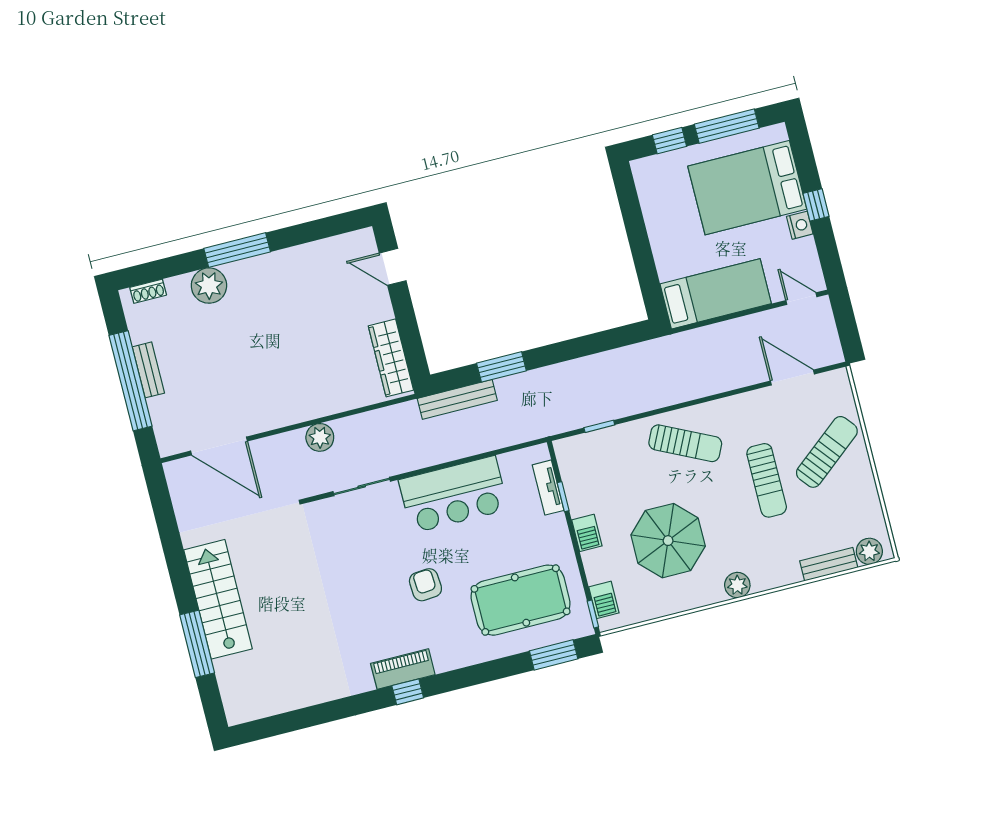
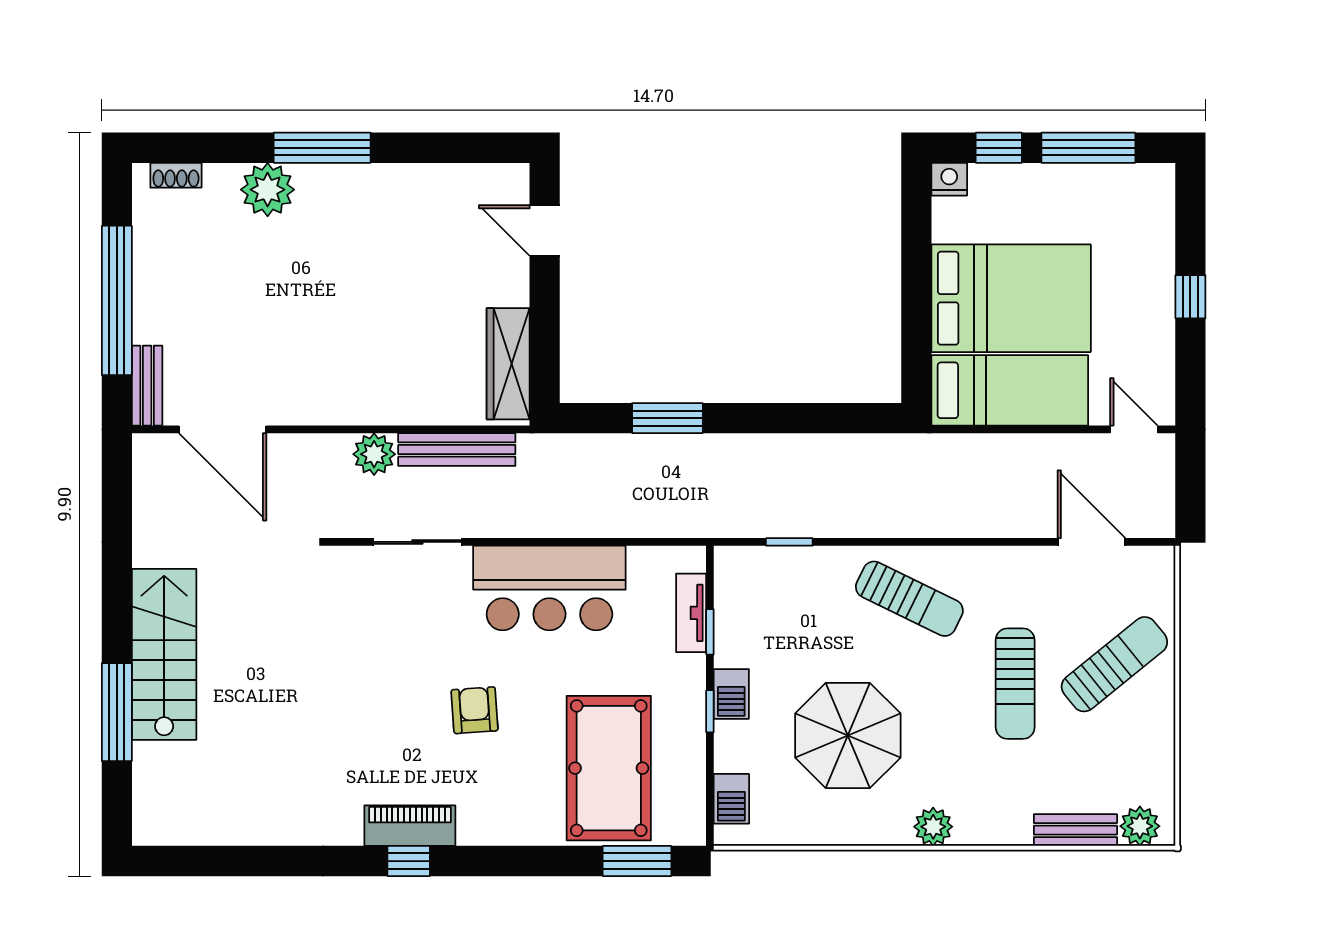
bed: (747, 188) -> (1011, 298), moved, turned 180
nightstand: (800, 225) -> (949, 179), moved, turned -90
bench: (148, 370) -> (147, 386), moved
bench: (457, 399) -> (457, 449), moved
pool table: (521, 600) -> (609, 768), turned 90
window: (593, 614) -> (710, 711), moved

